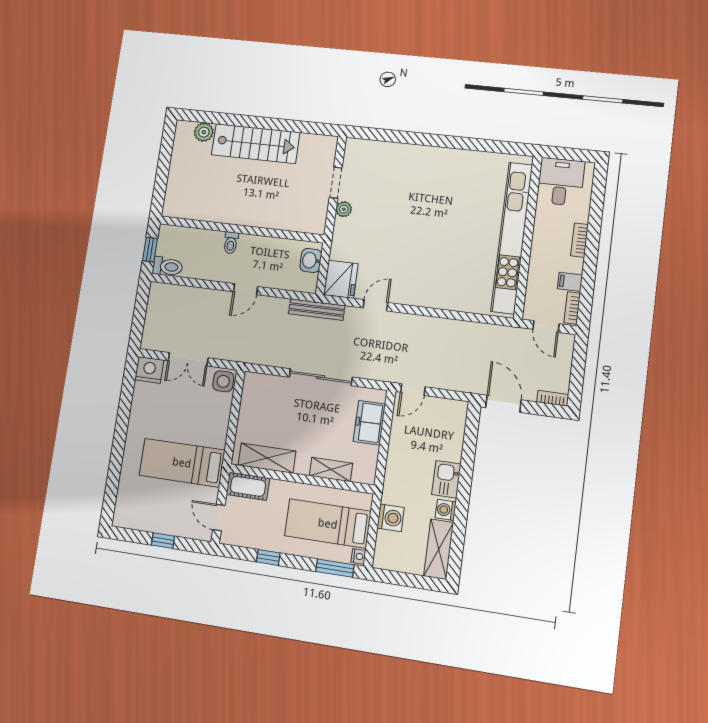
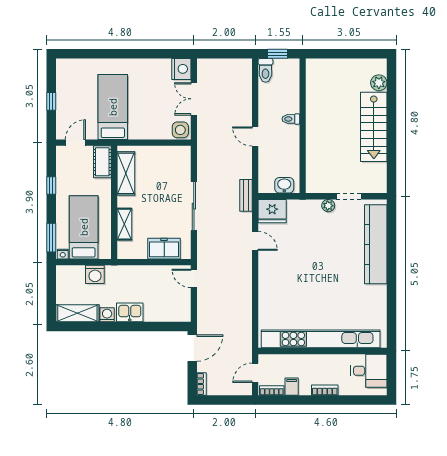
kitchen counter: (400, 156) -> (376, 244), added
bench: (317, 310) -> (246, 195), width x0.73

